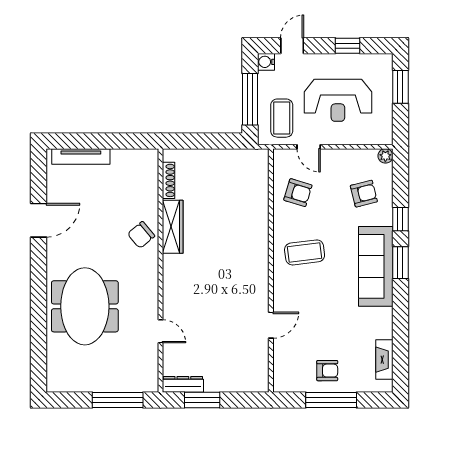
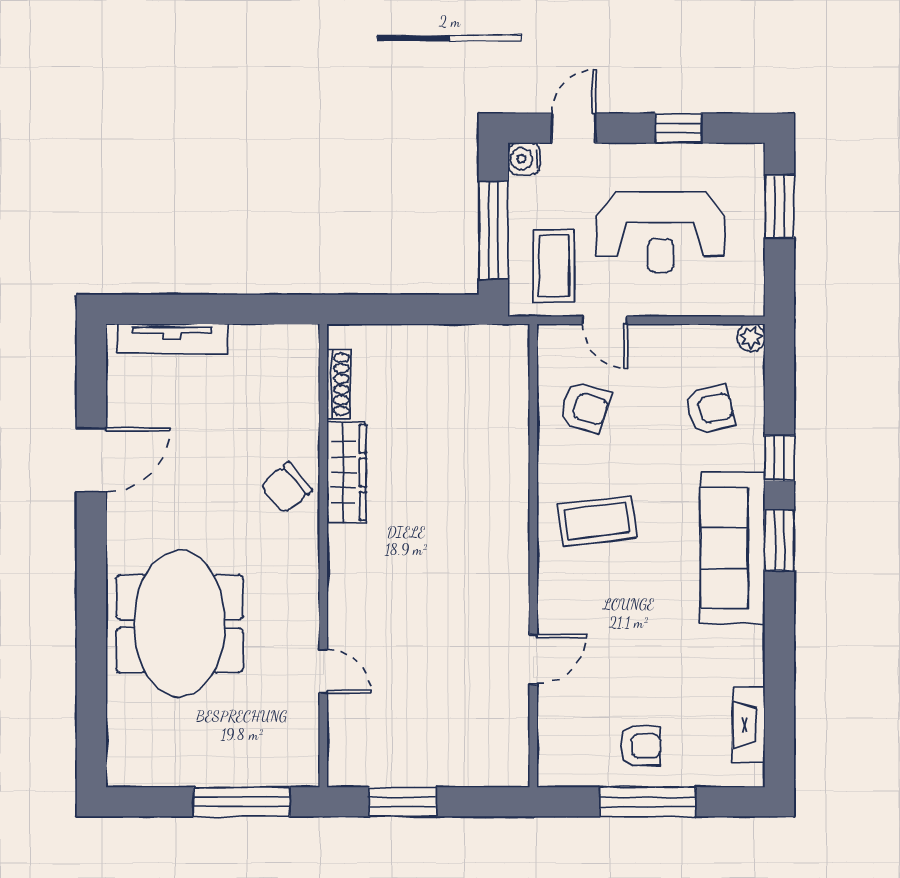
dresser: (183, 384) -> (366, 772), removed

